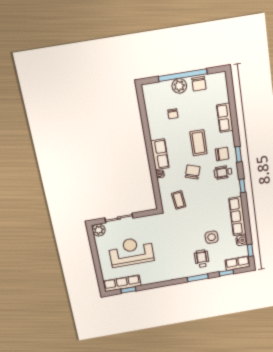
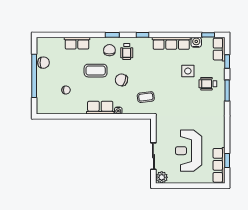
plant: (179, 86) -> (43, 80), removed

